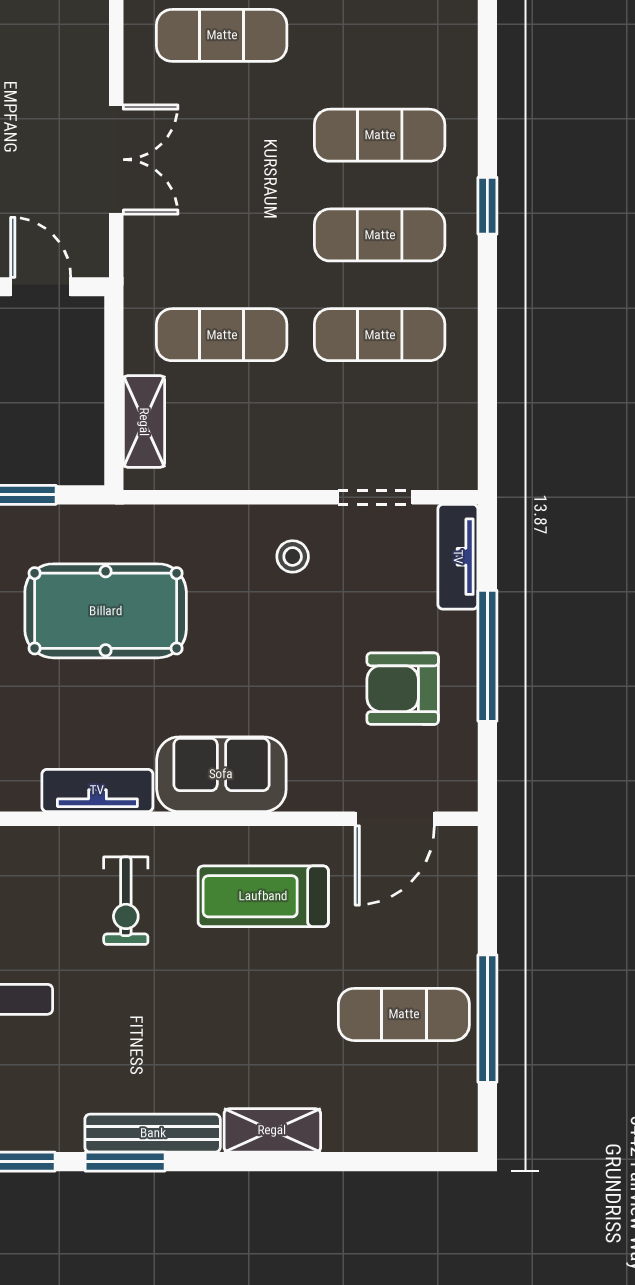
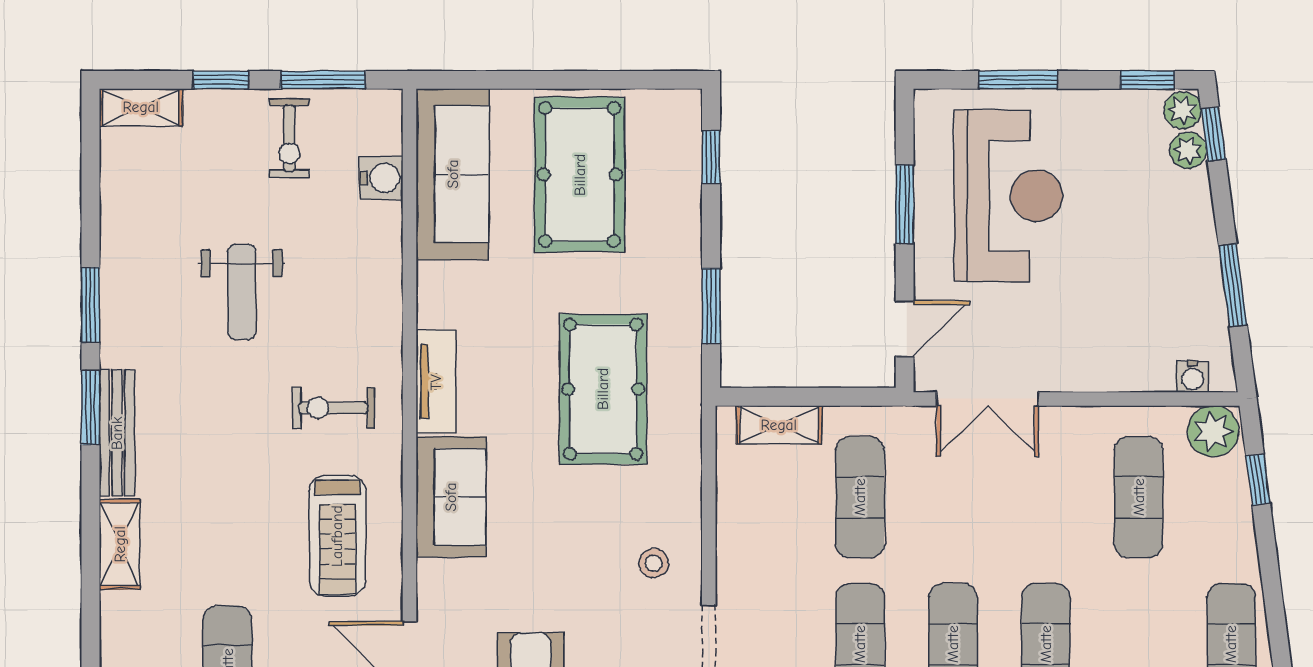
double door: (116, 160) -> (987, 399), moved
treadmill: (263, 896) -> (337, 536), turned 180

